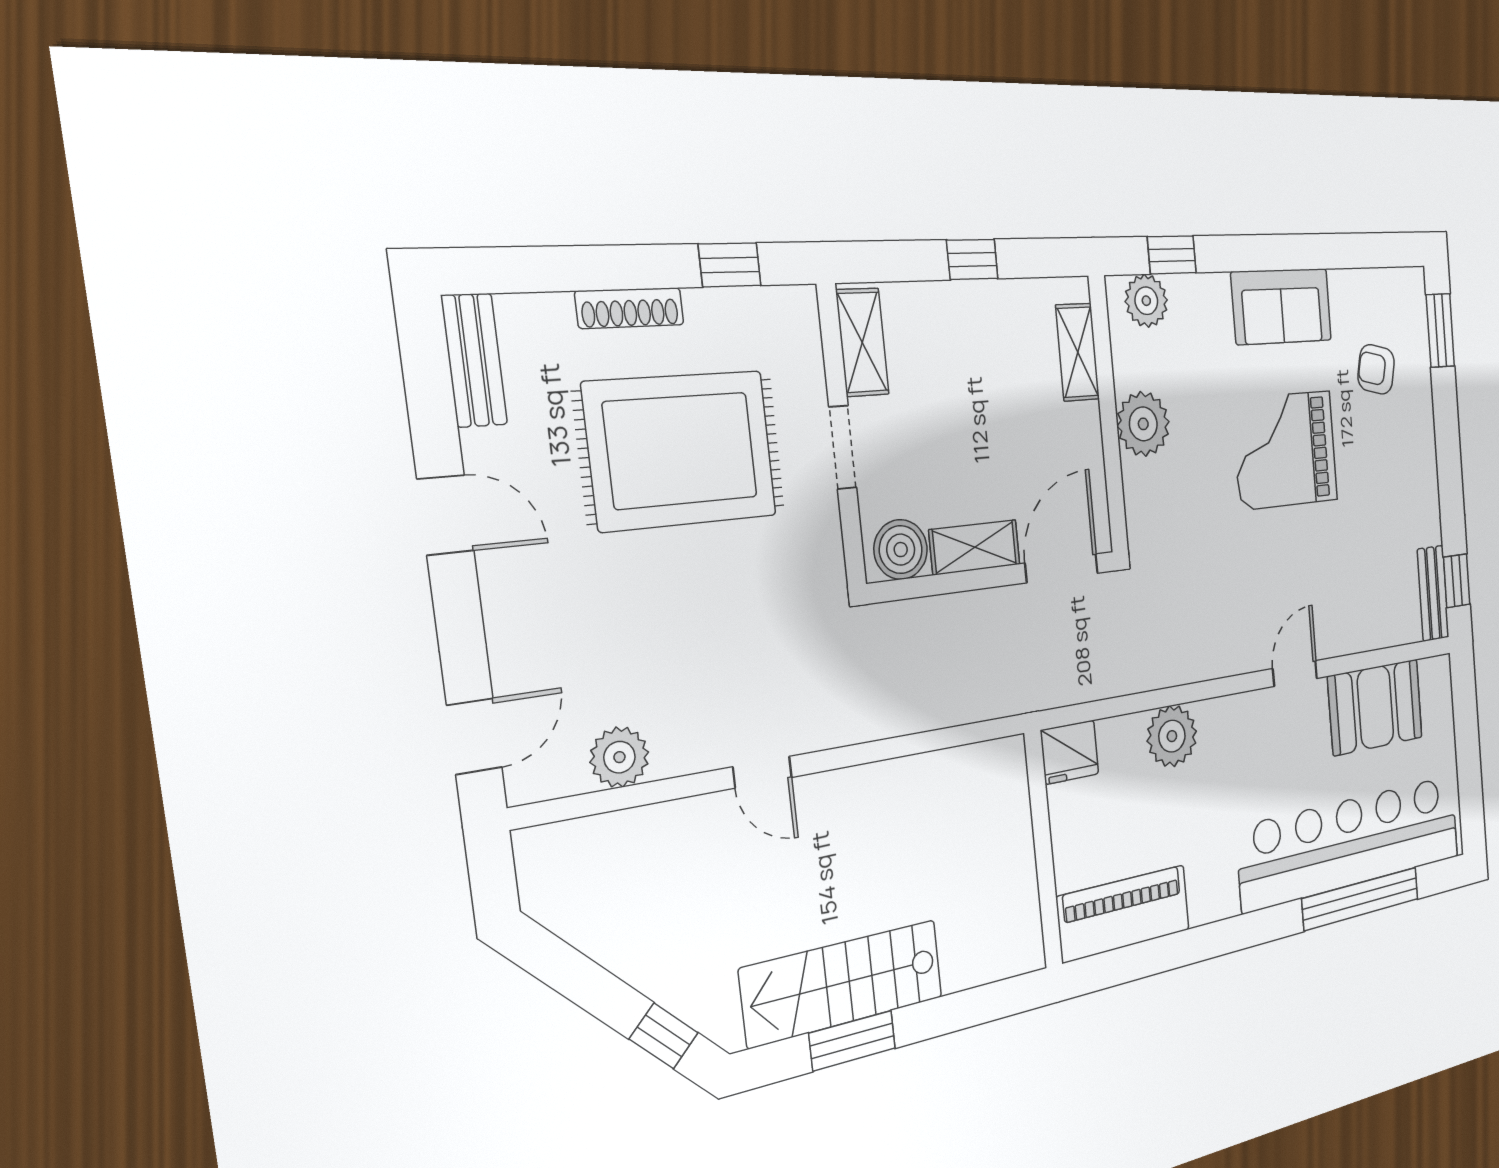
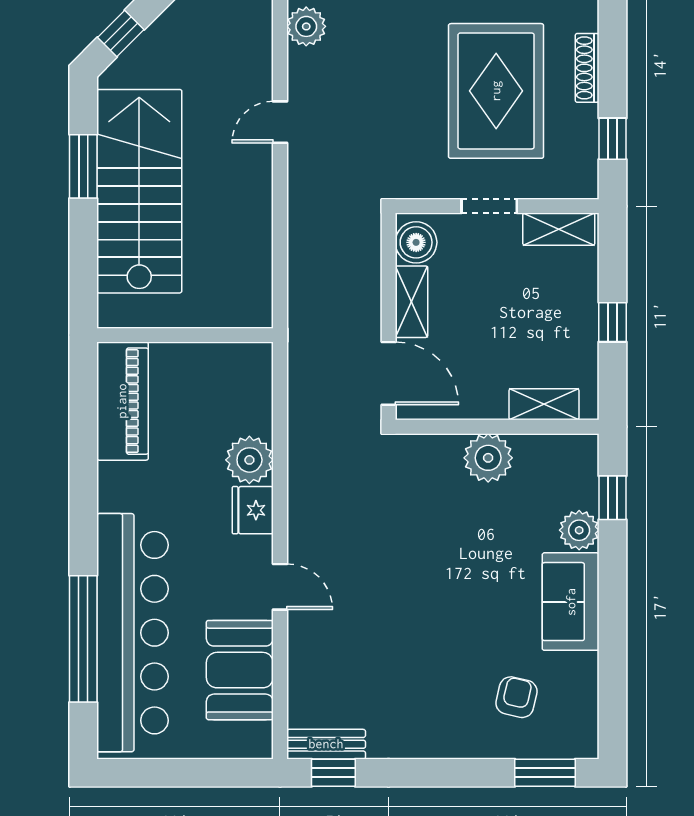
plant: (1146, 301) -> (579, 530), moved
grand piano: (1285, 450) -> (458, 594), removed
fridge: (1070, 752) -> (253, 510), moved
stairs: (843, 983) -> (139, 191), width x1.36, depth x1.51

